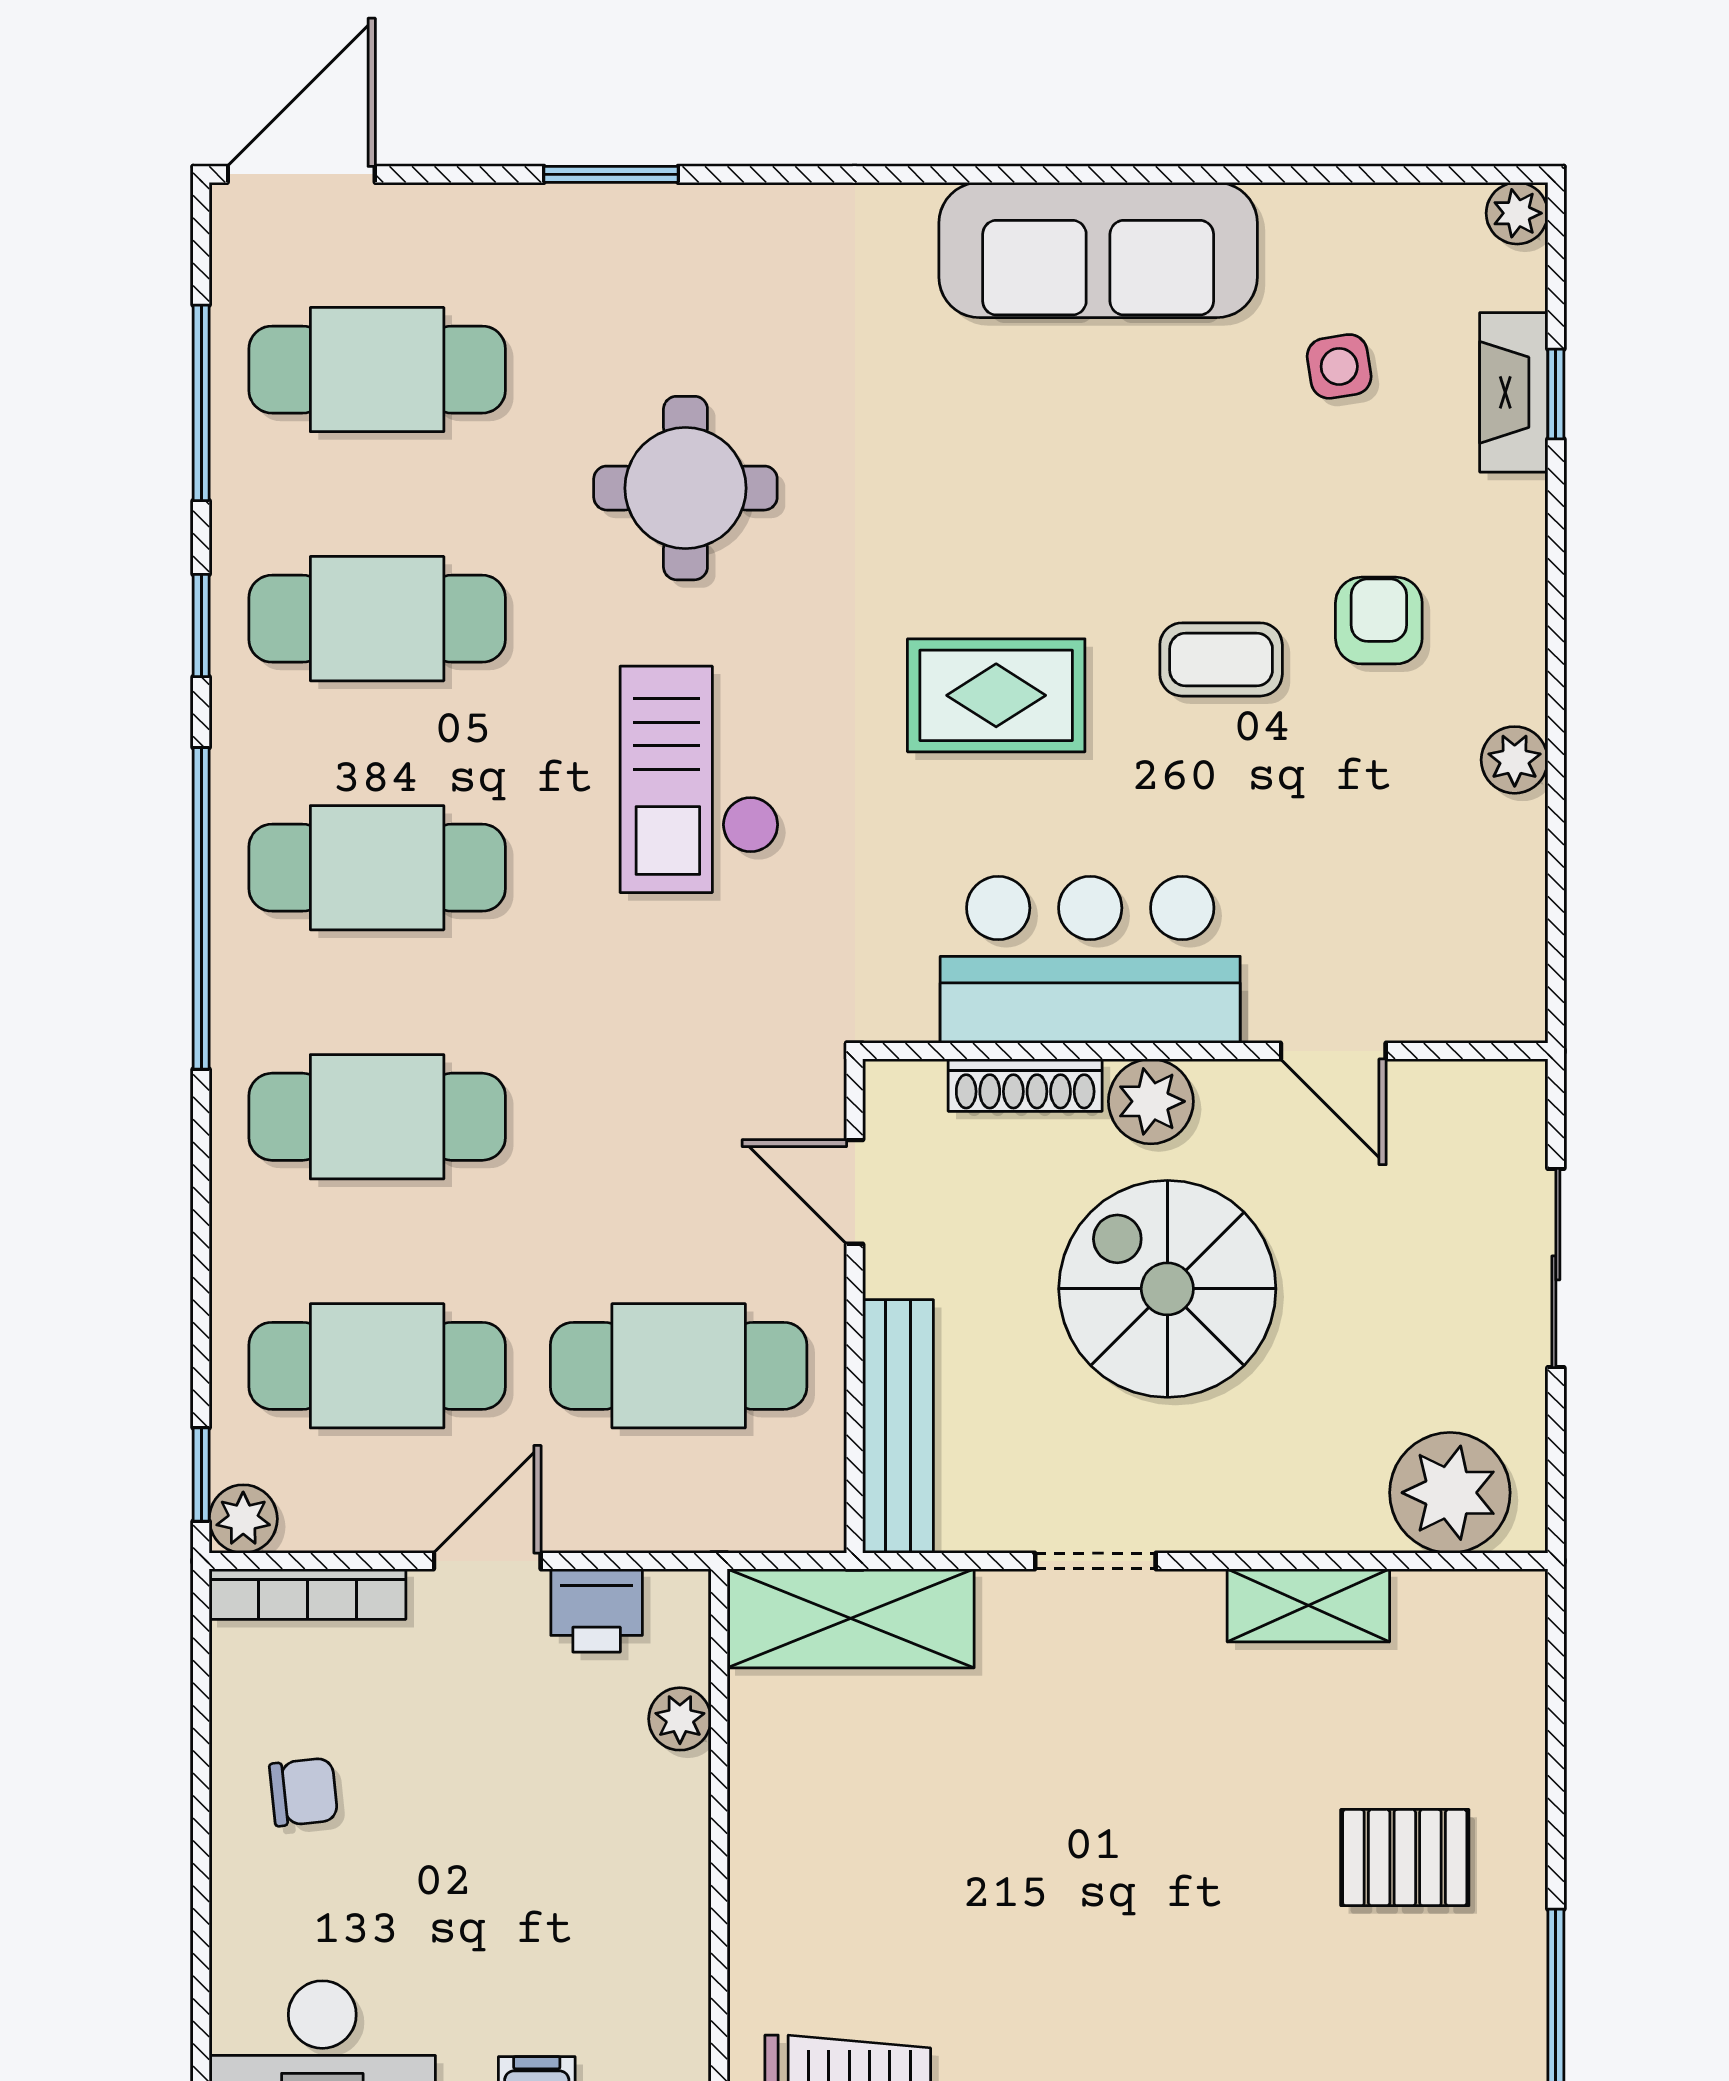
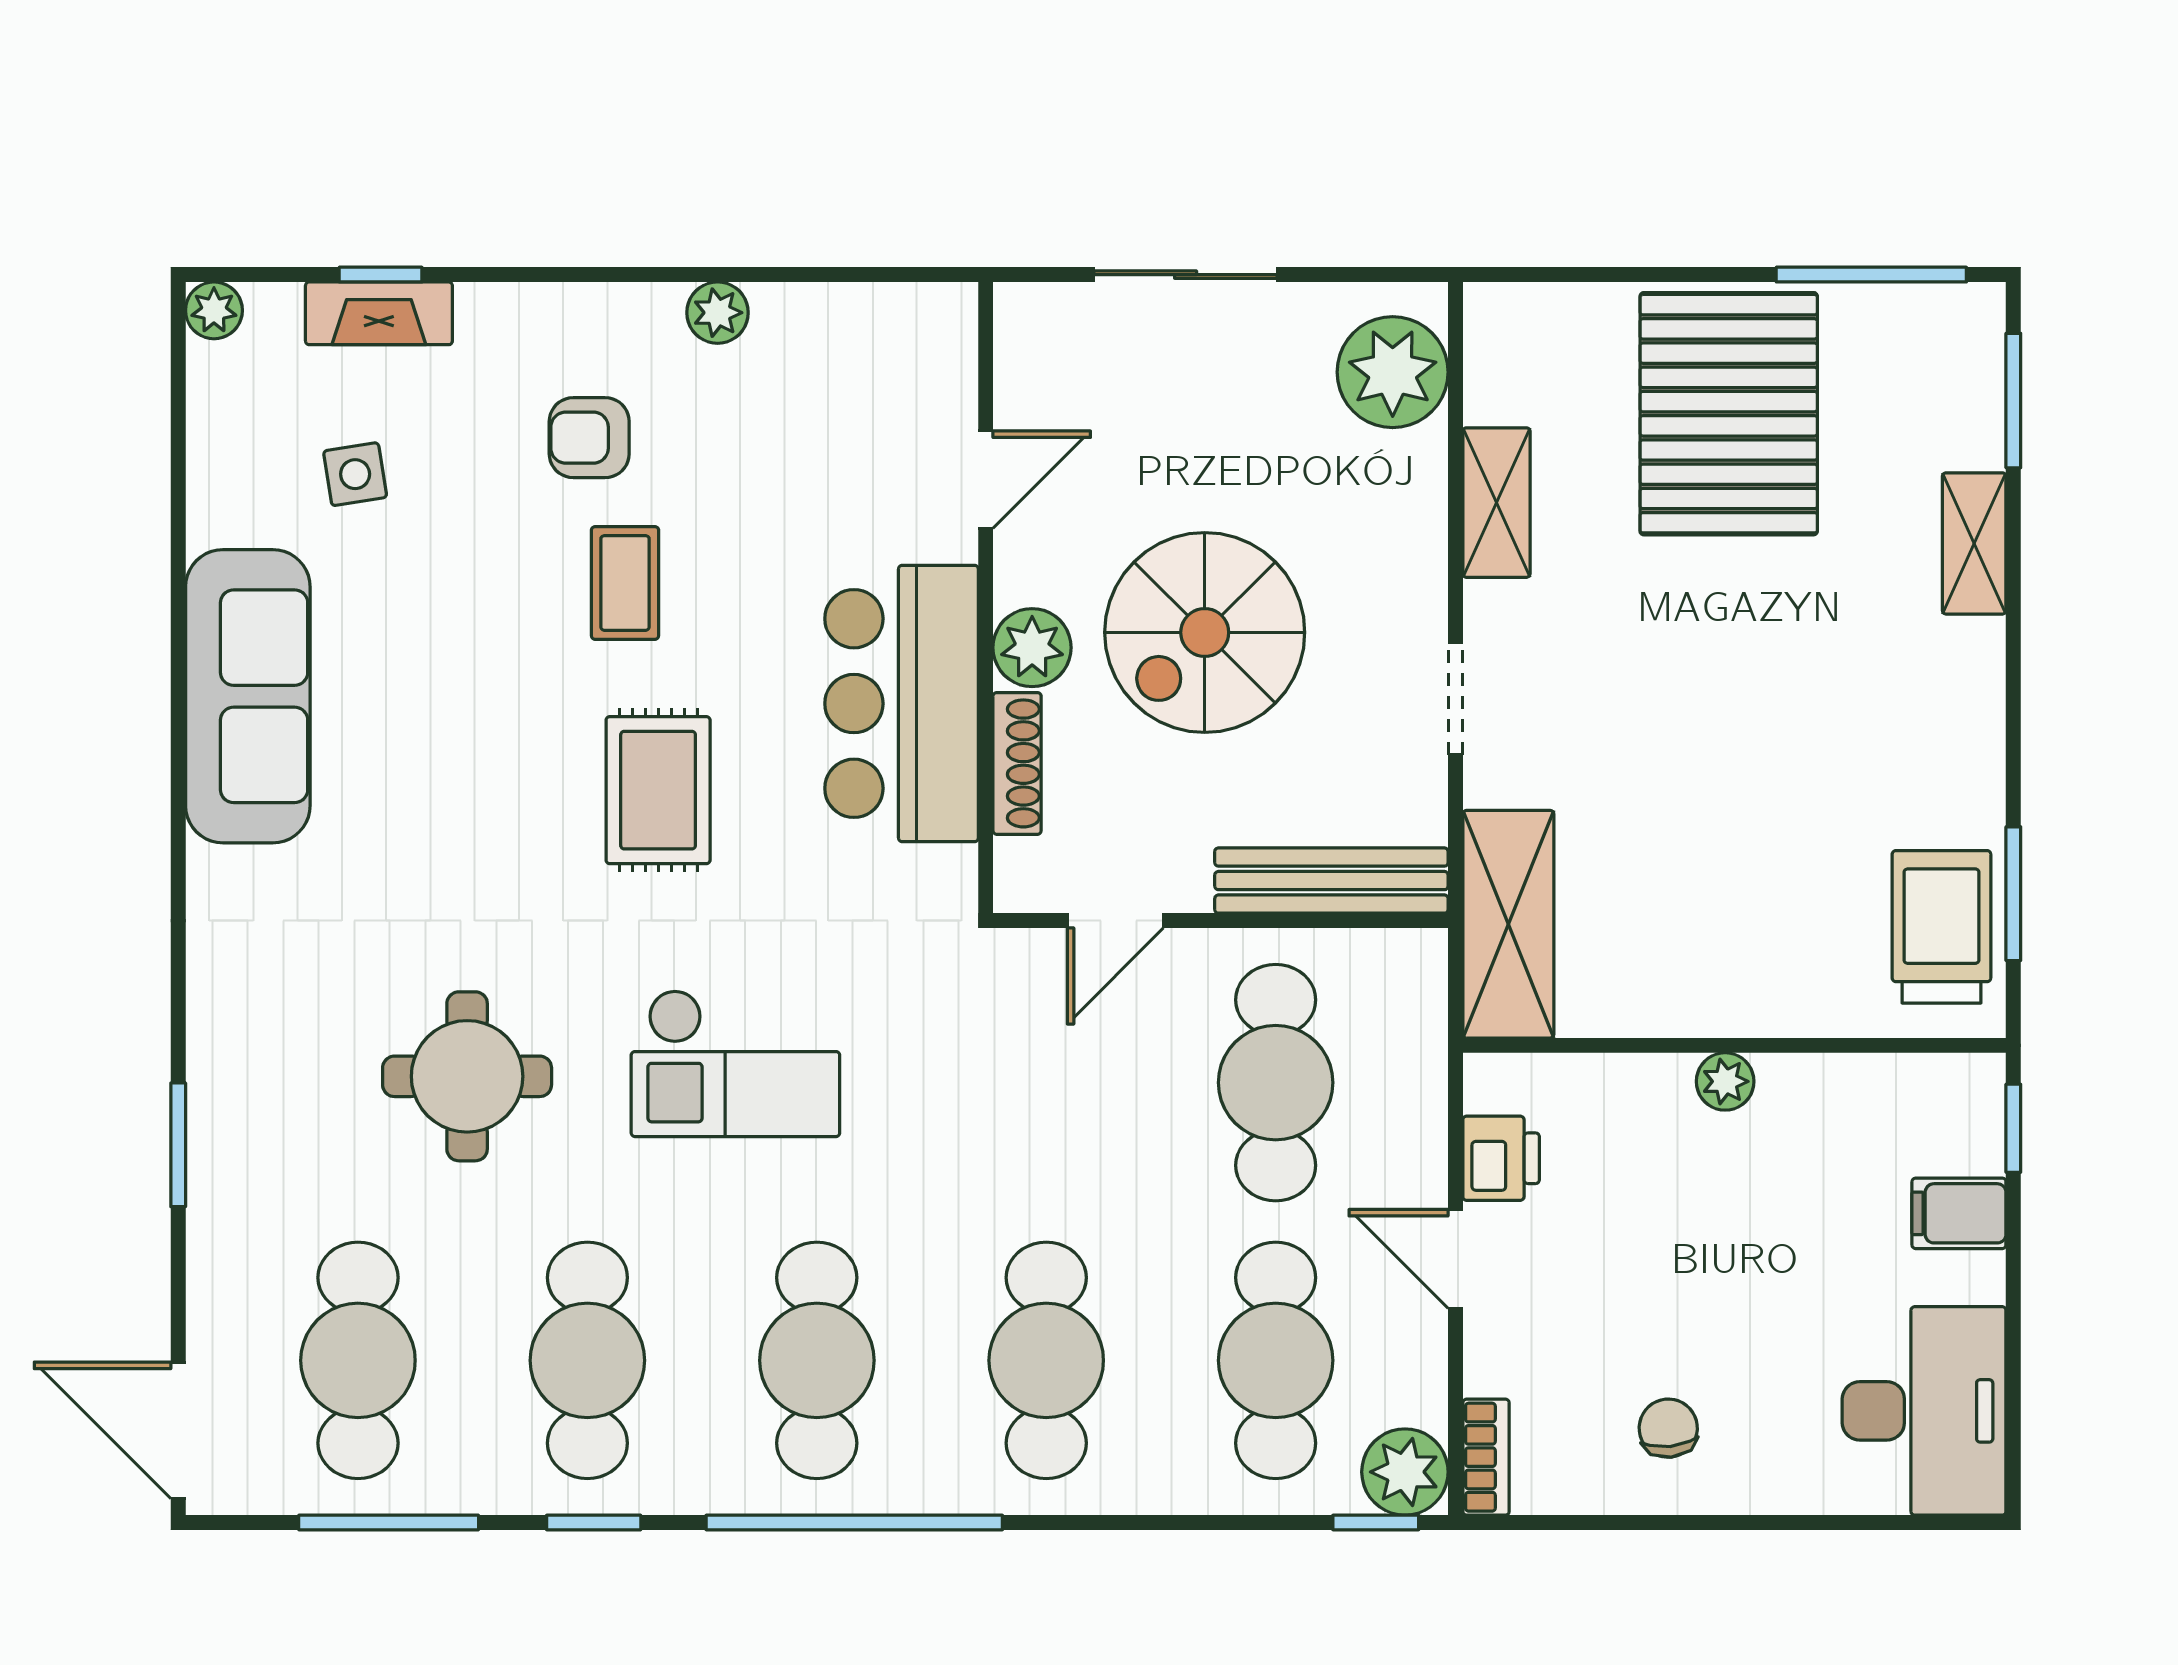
plant: (243, 1519) -> (1405, 1472), width x1.38, depth x1.38
bookcase: (307, 1594) -> (1486, 1457), width x0.64
plant: (680, 1719) -> (1725, 1081), moved
pallet: (1405, 1858) -> (1729, 414), width x2.05, depth x2.00

